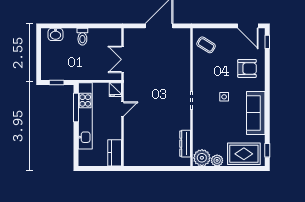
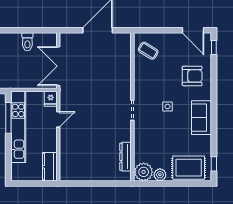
toilet: (82, 37) -> (27, 42), moved
double door: (122, 59) -> (58, 66), width x1.37
sofa: (256, 113) -> (202, 118), width x0.73

